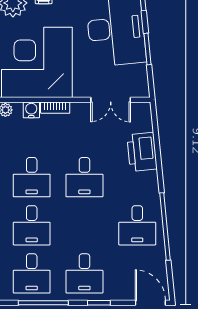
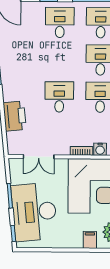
double door: (111, 100) -> (39, 157), swing flipped
desk: (137, 225) -> (19, 59), removed

